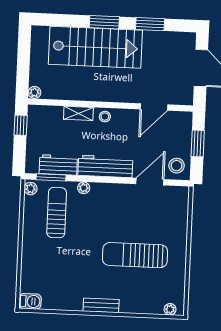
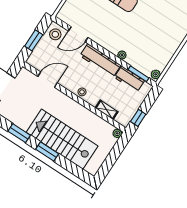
shelving: (78, 113) -> (107, 110), moved
sun lounger: (57, 213) -> (148, 50), removed

